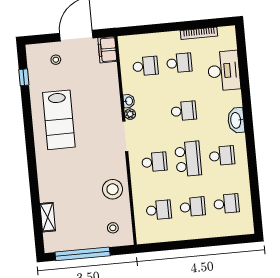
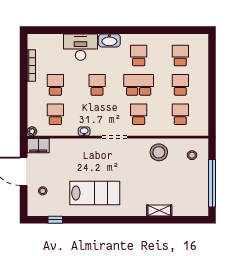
desk: (224, 71) -> (81, 47), moved
plant: (130, 114) -> (32, 131), moved
shelving: (48, 217) -> (159, 210), moved

